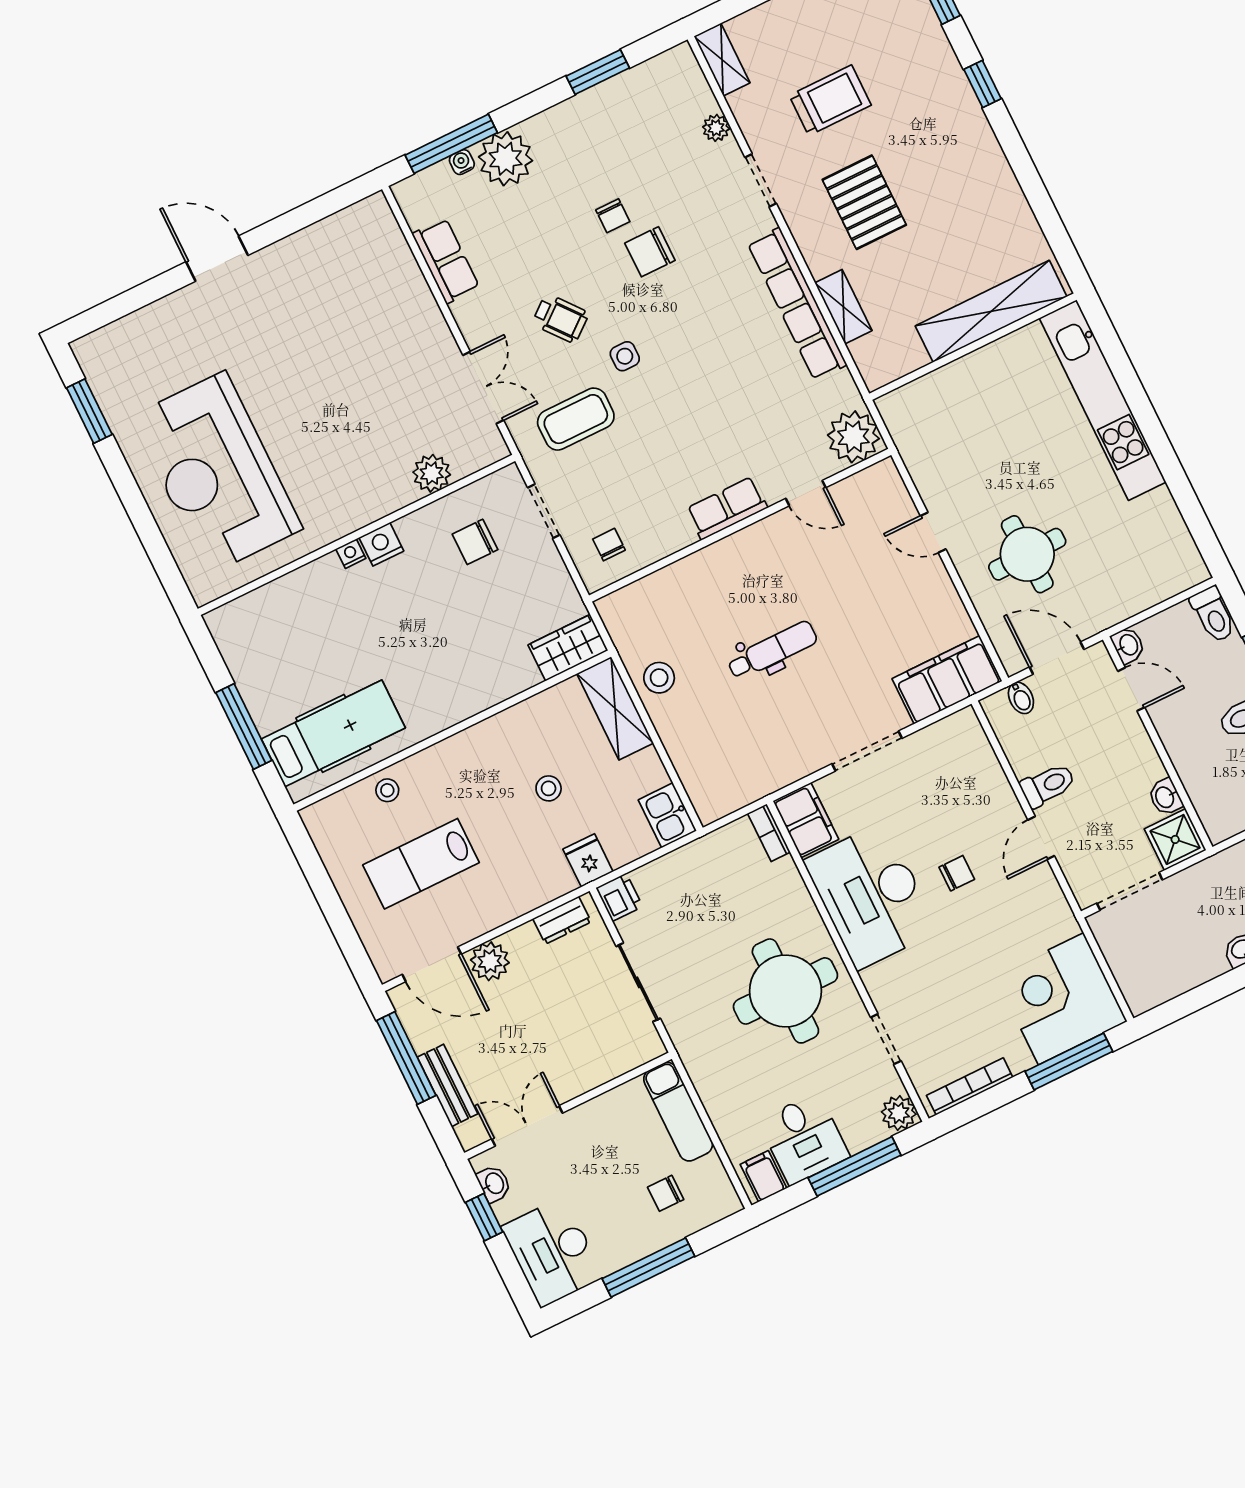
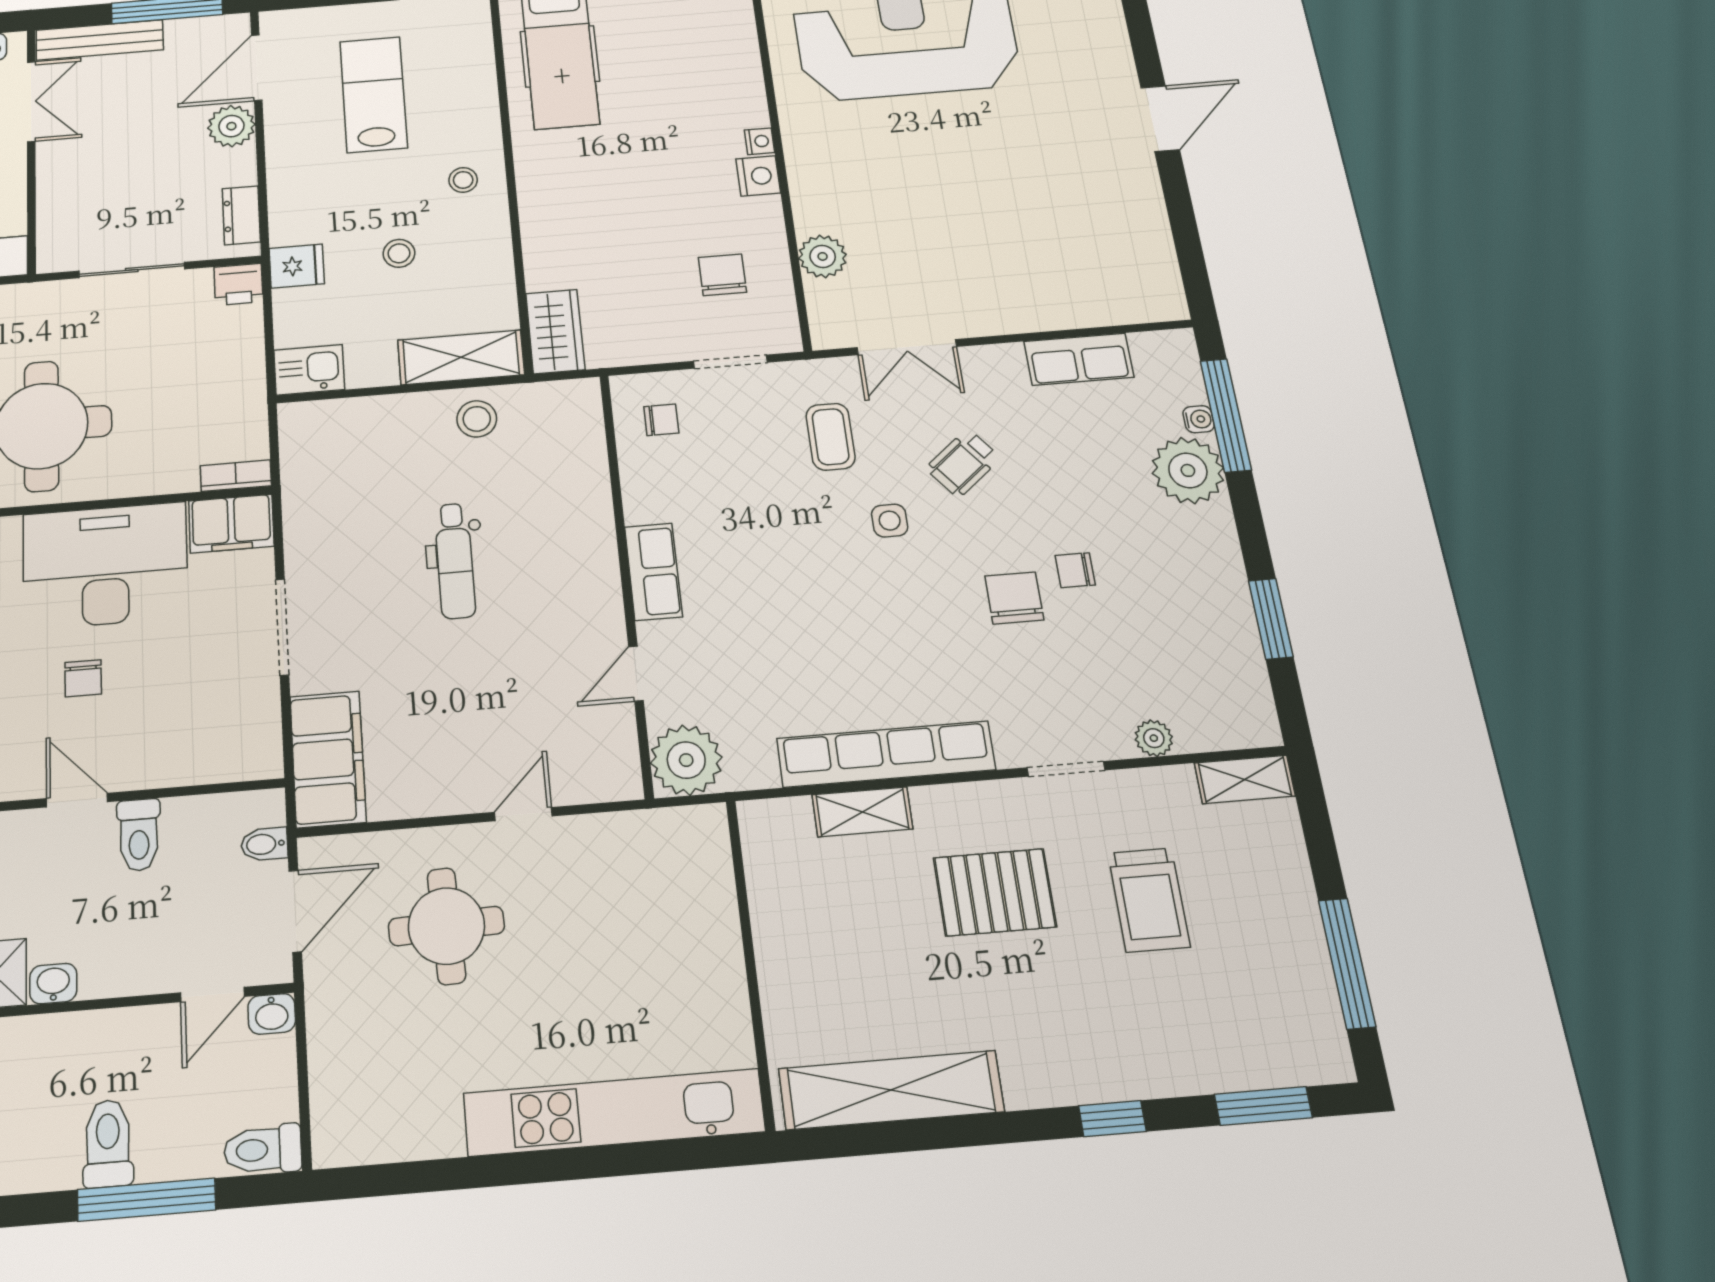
shelving: (991, 311) -> (891, 1090), moved, turned 90
coffee table: (576, 419) -> (831, 437), width x0.73, depth x0.77
stool: (387, 790) -> (463, 180), moved
bench: (447, 1085) -> (100, 40), width x1.36

